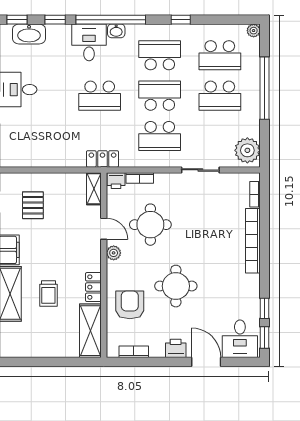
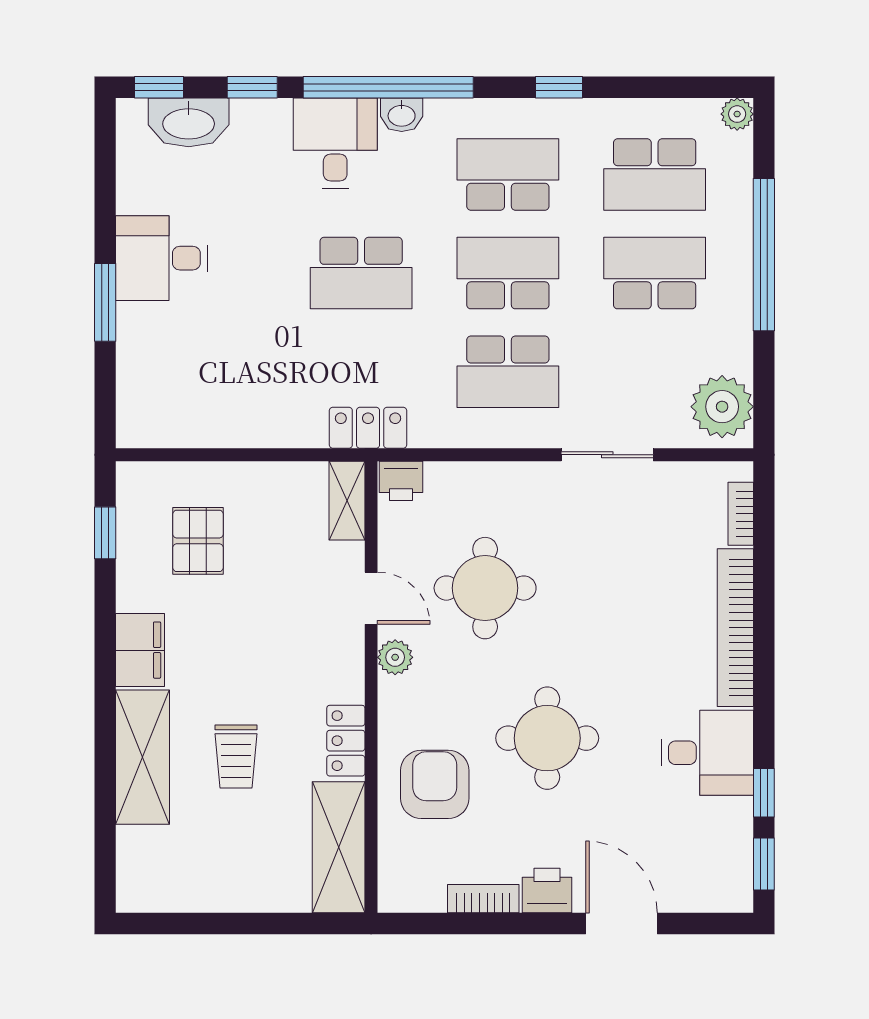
school desk: (220, 96) -> (655, 273), turned 180
bookcase: (140, 178) -> (459, 474), removed
desk: (240, 339) -> (707, 753), moved, turned -90
bookcase: (134, 352) -> (483, 899), moved

